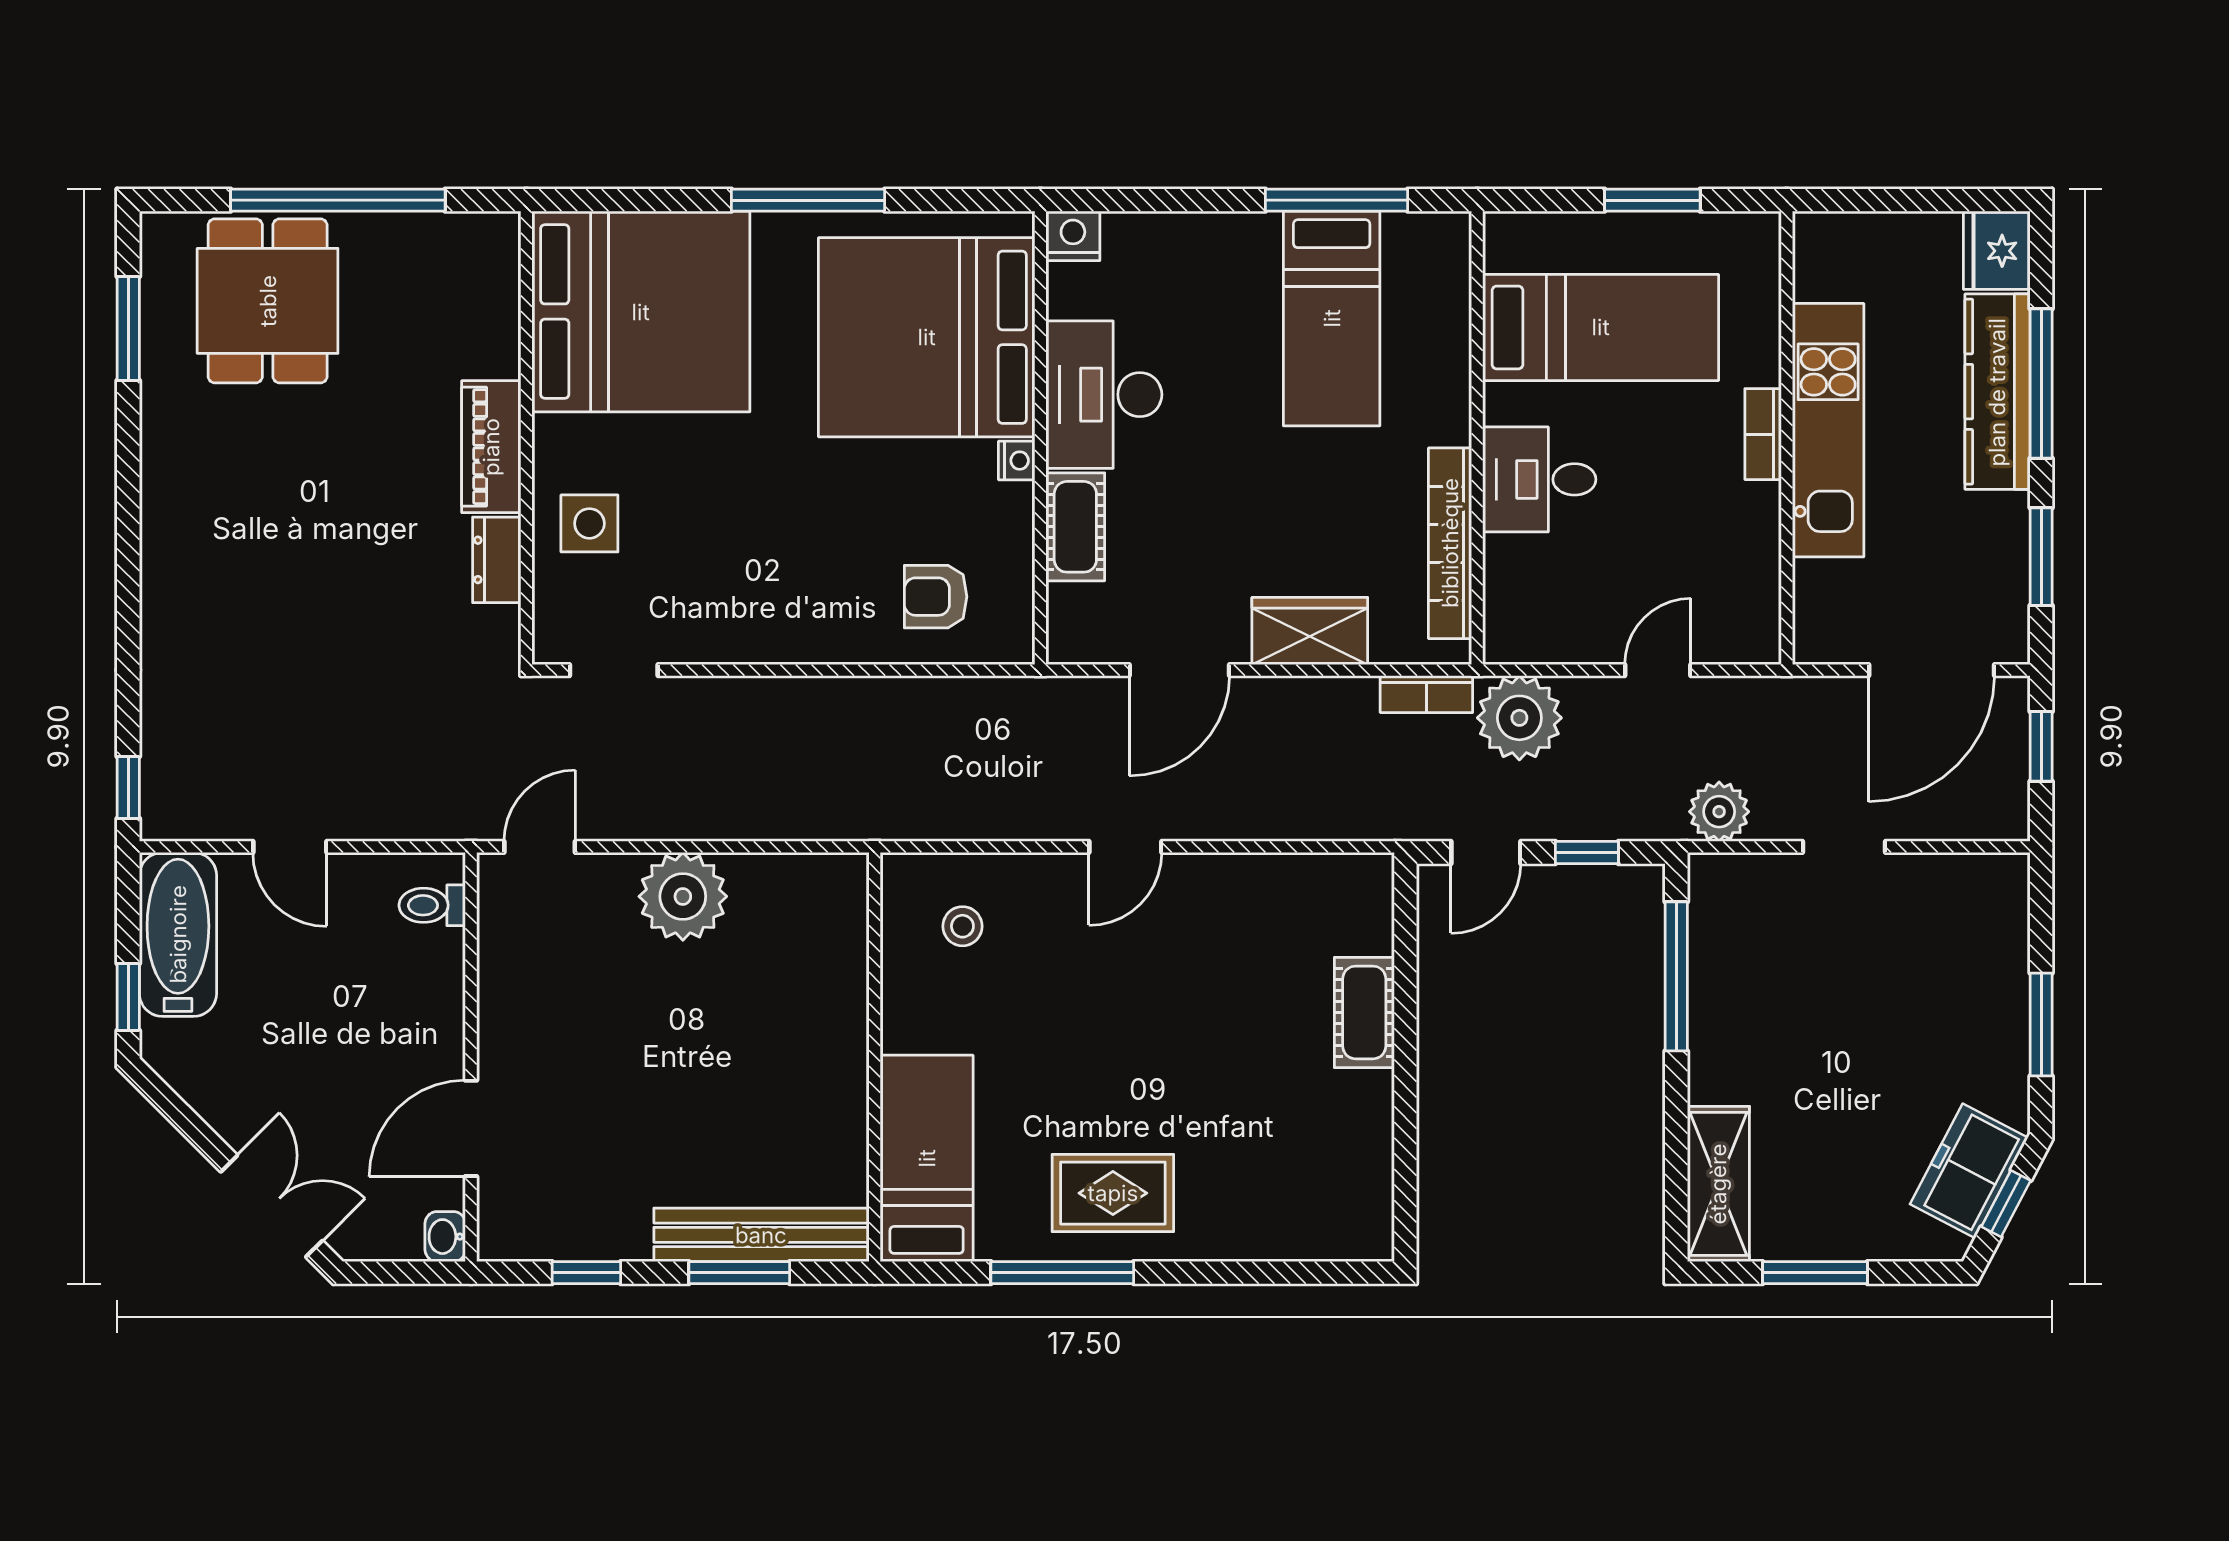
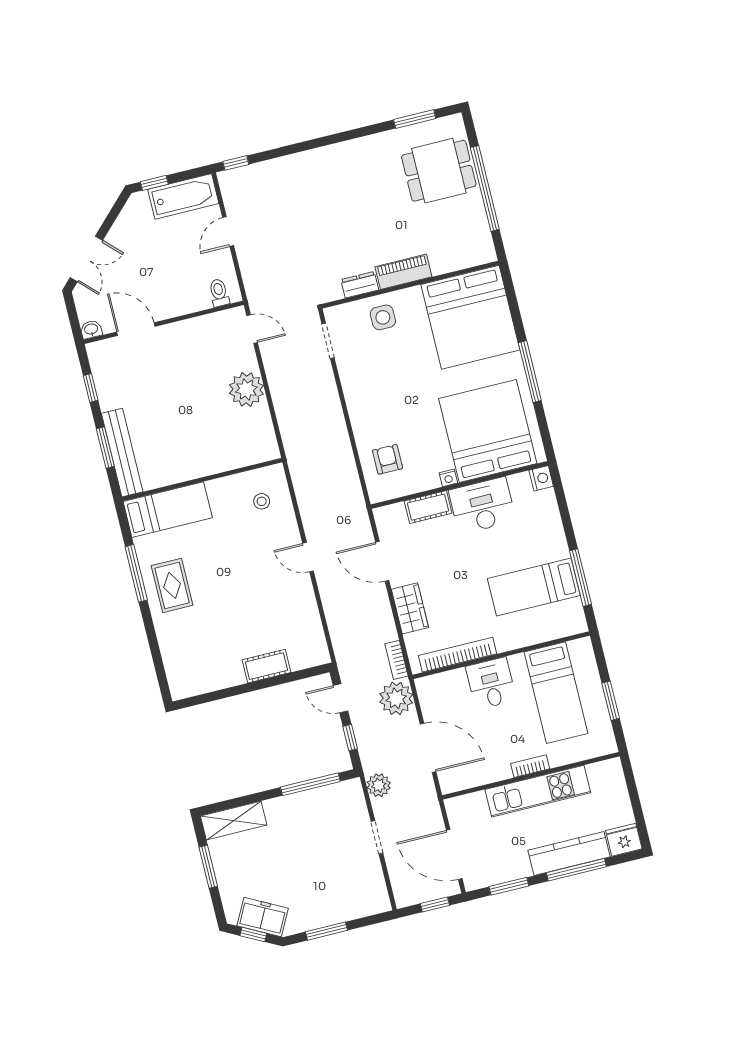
door: (1658, 670) -> (428, 748), width x1.88

